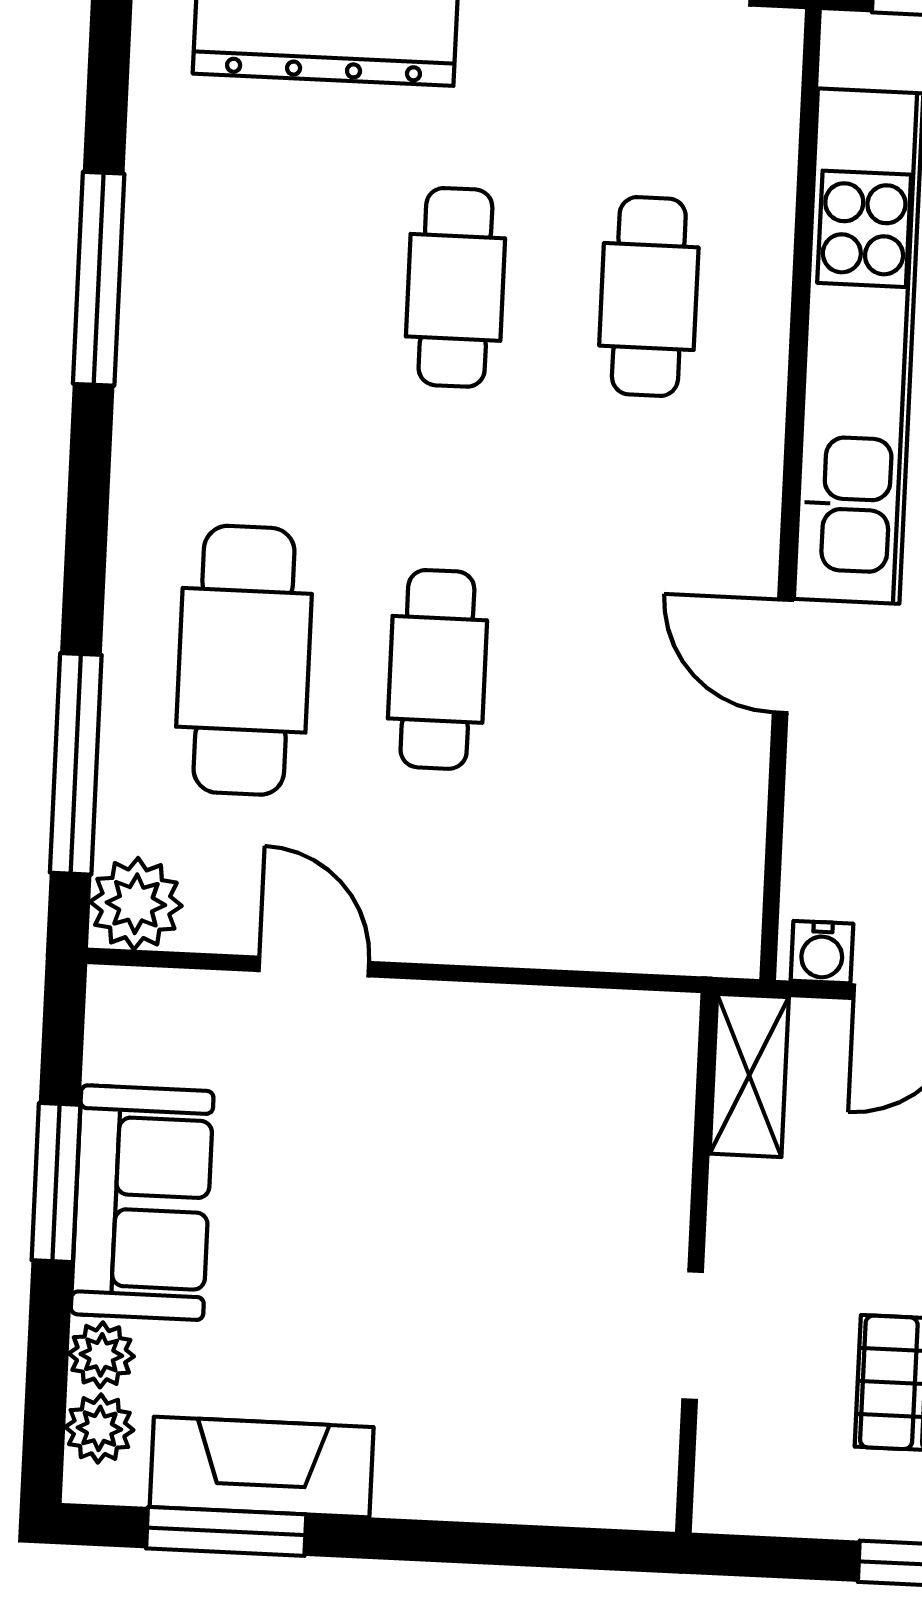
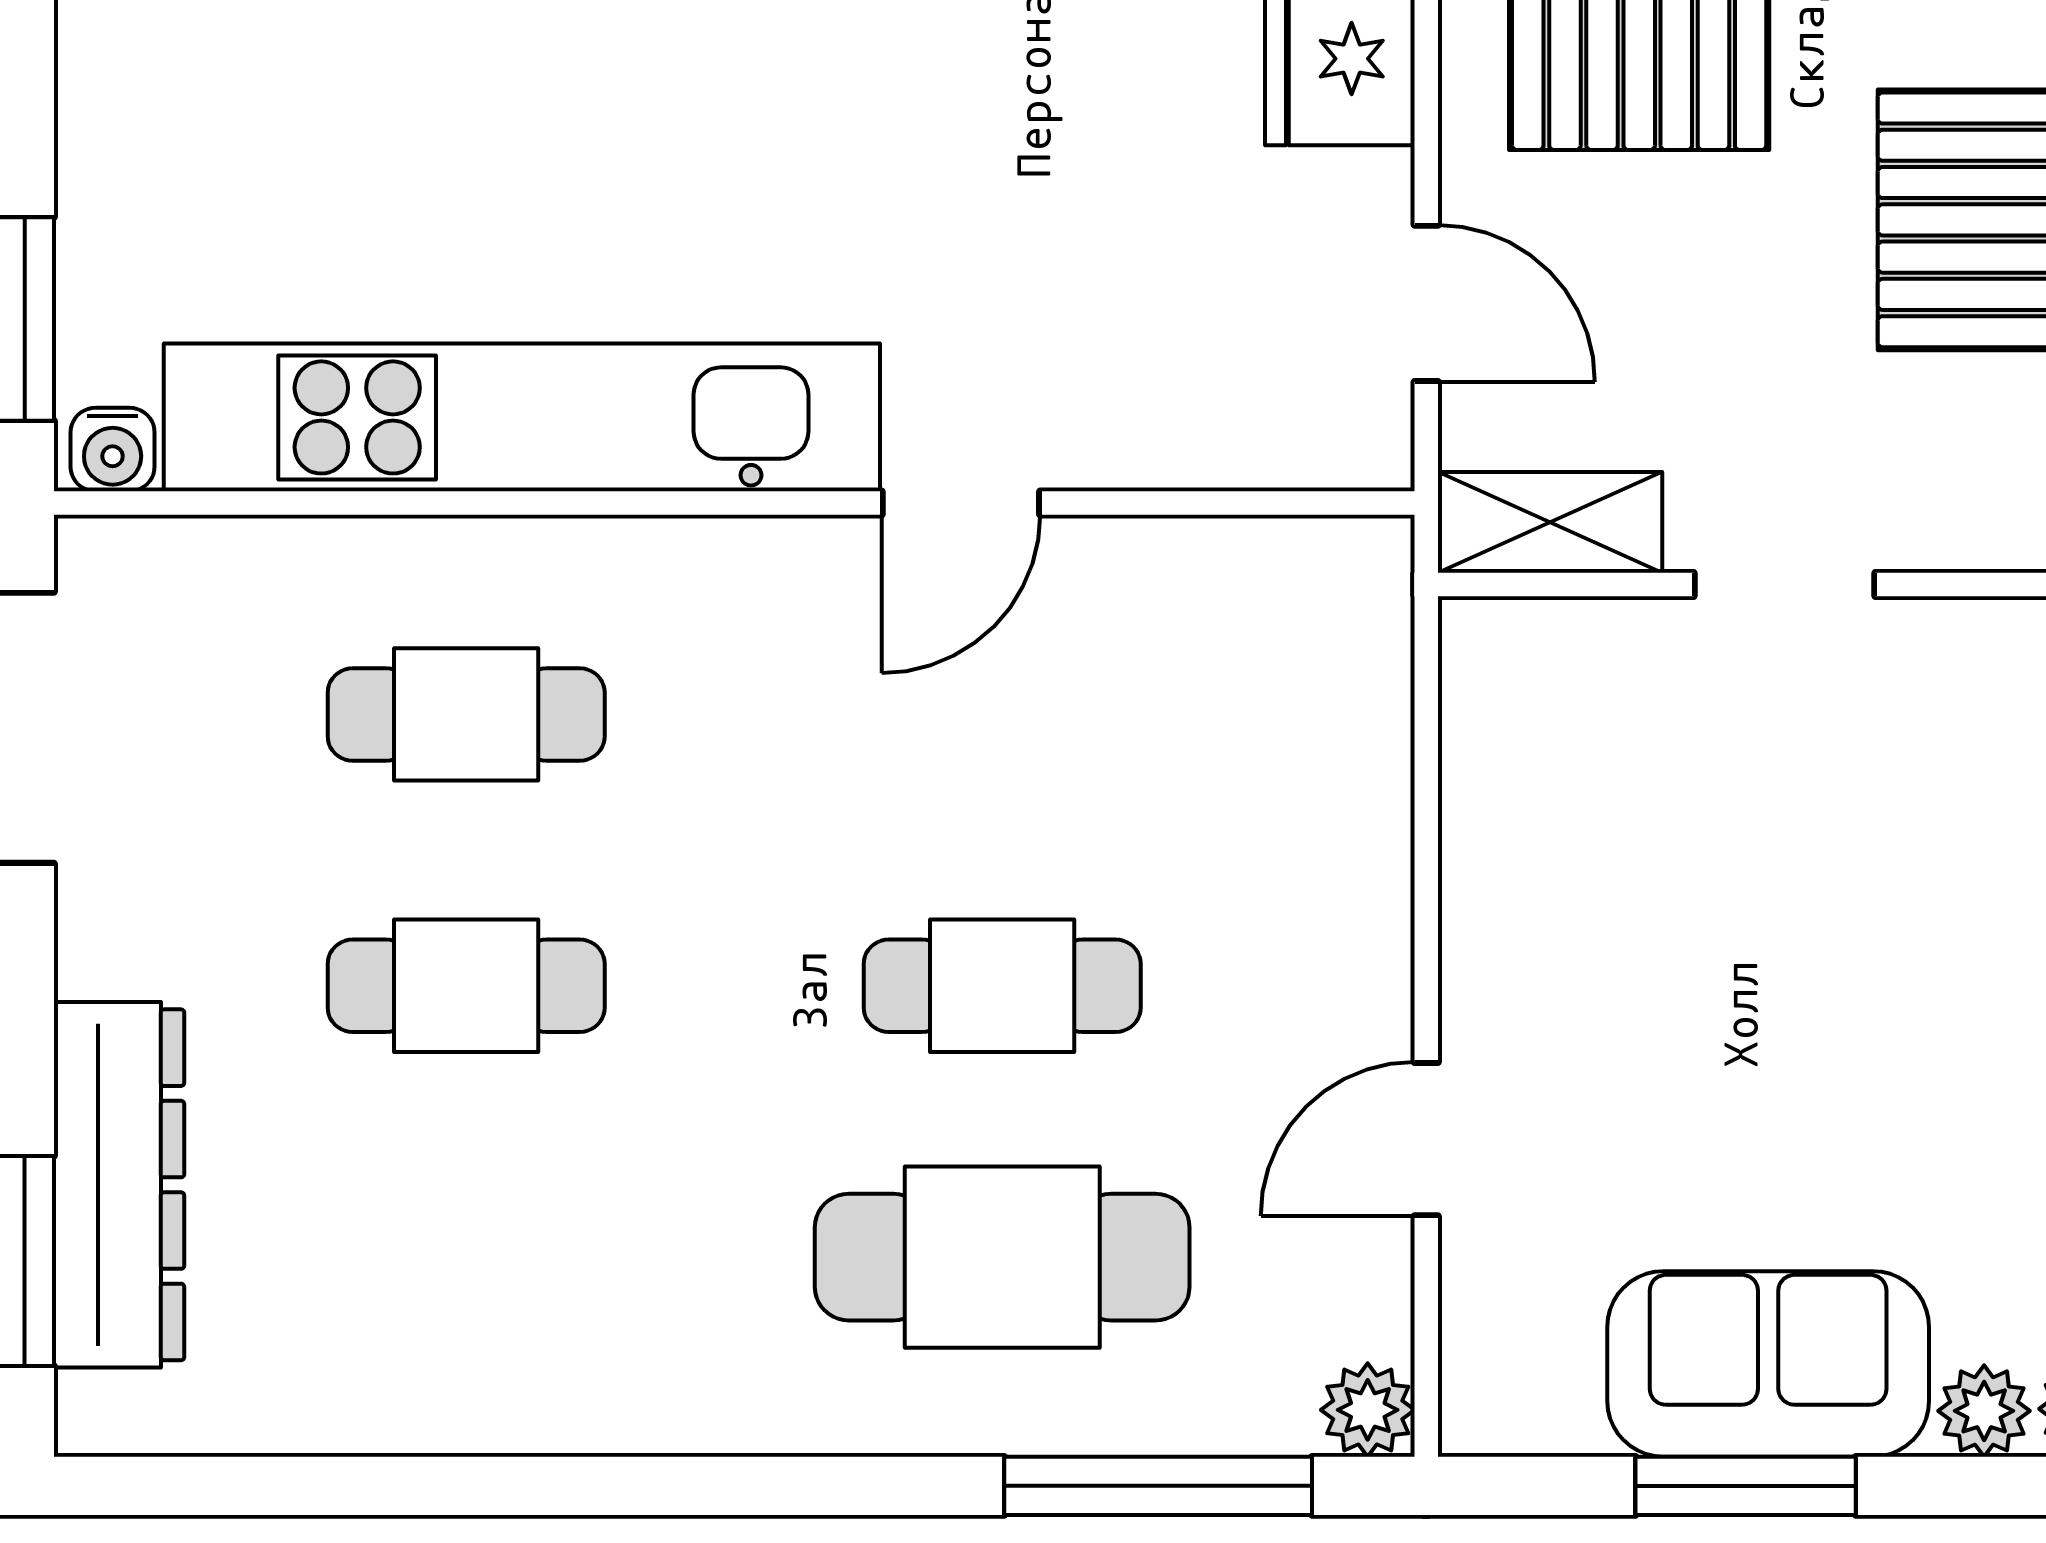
window: (99, 279) -> (478, 1486), removed
plant: (136, 904) -> (1368, 1410), width x0.73, depth x0.73
water cooler: (822, 952) -> (113, 450), moved, turned 90
doorway: (693, 1336) -> (1785, 585), moved

